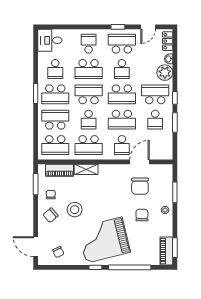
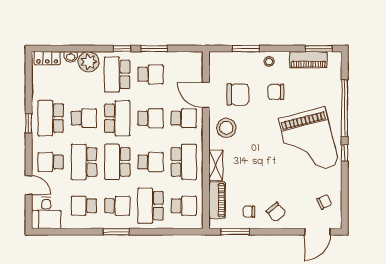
door: (148, 27) -> (29, 185), moved
school desk: (55, 69) -> (84, 206), turned 180
school desk: (89, 69) -> (84, 162), turned 180
school desk: (55, 94) -> (117, 206), width x0.54
school desk: (122, 120) -> (151, 118), width x0.54
school desk: (55, 145) -> (184, 206), width x0.54
stool: (75, 210) -> (226, 128), moved
piano: (166, 251) -> (308, 60), moved

